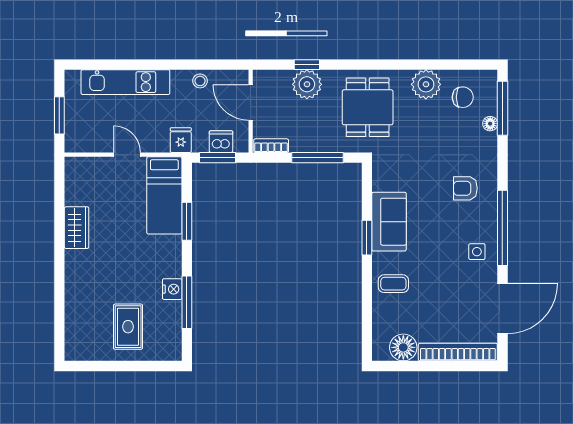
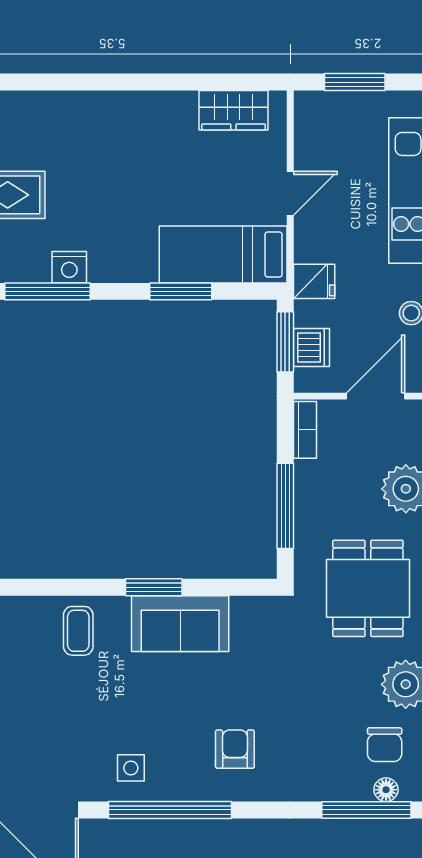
dining table: (368, 107) -> (368, 588), turned 90
floor lamp: (490, 124) -> (386, 790), moved
wardrobe: (77, 228) -> (233, 110), moved

